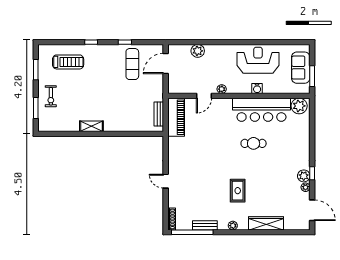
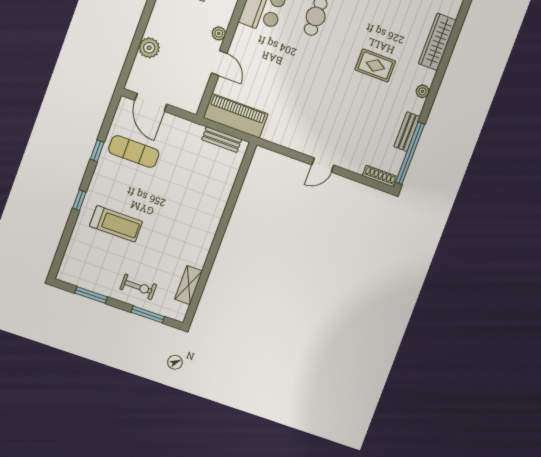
treadmill: (68, 62) -> (116, 224), moved, turned 90
shelving: (91, 126) -> (189, 285), moved

